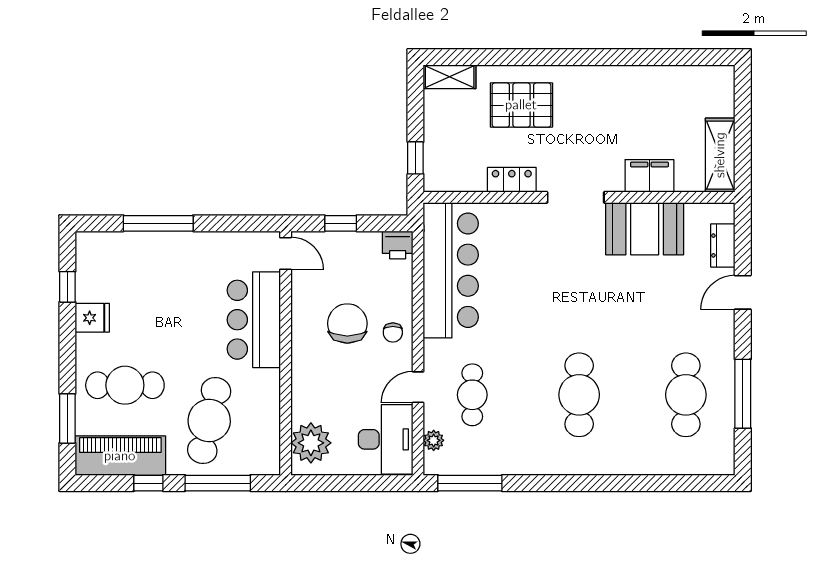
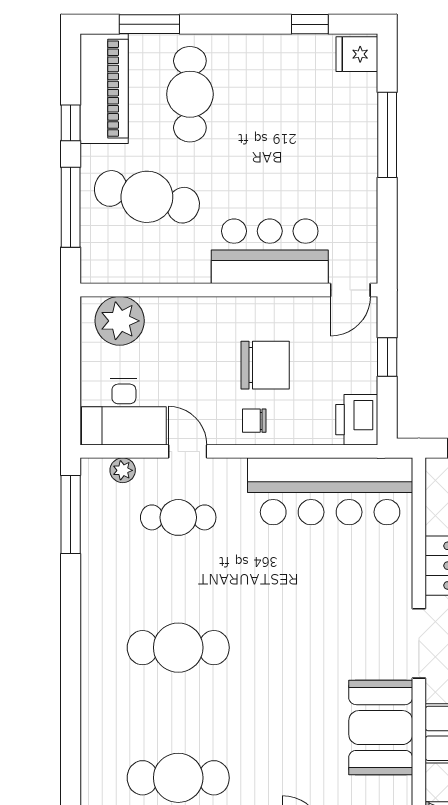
printer: (398, 245) -> (357, 420), width x1.36, depth x1.24
fridge: (92, 318) -> (357, 54), moved, turned 90

